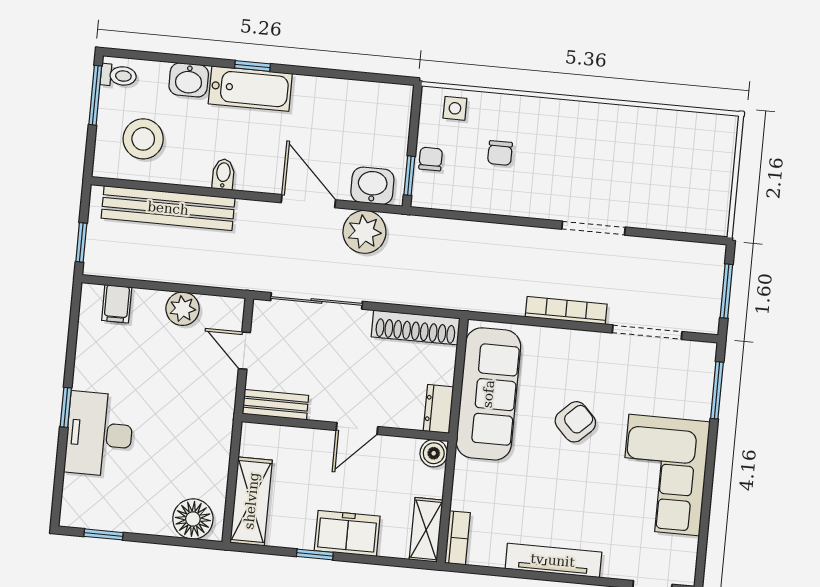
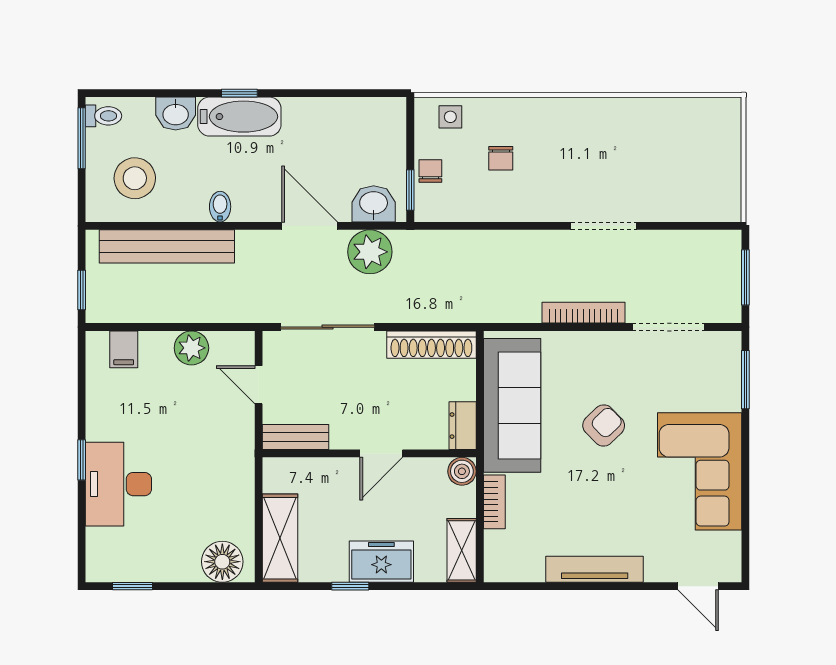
bookcase: (457, 538) -> (494, 502), moved

